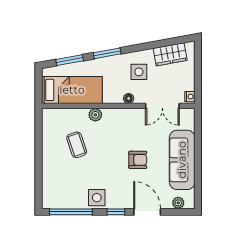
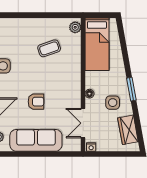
window: (107, 53) -> (131, 89), moved
window: (70, 60) -> (123, 42), removed
plant: (95, 115) -> (75, 27), moved
armchair: (138, 160) -> (36, 102), turned -90

